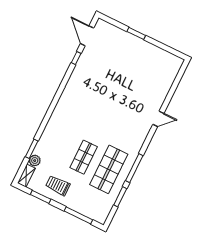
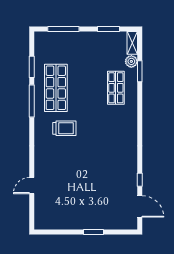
door: (158, 119) -> (32, 186), moved
shop shelf: (84, 157) -> (116, 88), moved
trolley: (58, 185) -> (64, 128), moved

